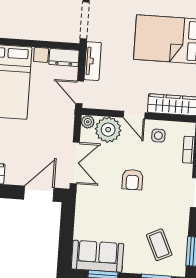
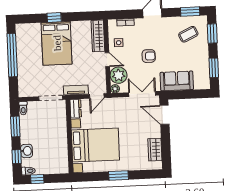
door: (134, 115) -> (107, 60), hinge flipped
sofa: (97, 256) -> (177, 81), moved, turned 90

